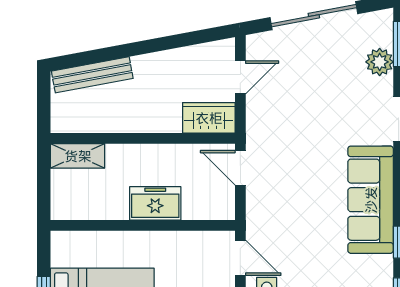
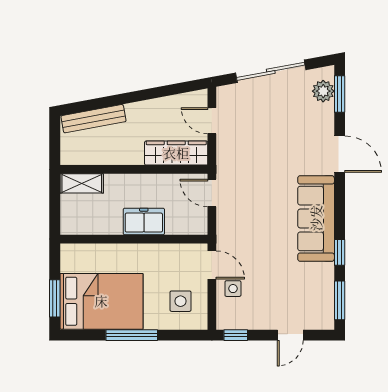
plant: (380, 62) -> (323, 91), moved
door: (240, 77) -> (212, 121), swing flipped
wardrobe: (209, 118) -> (176, 153), width x1.50

